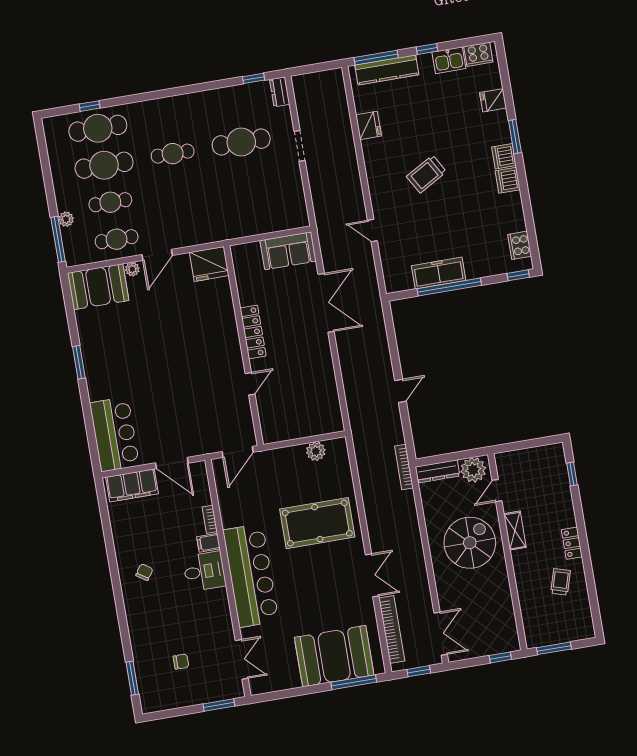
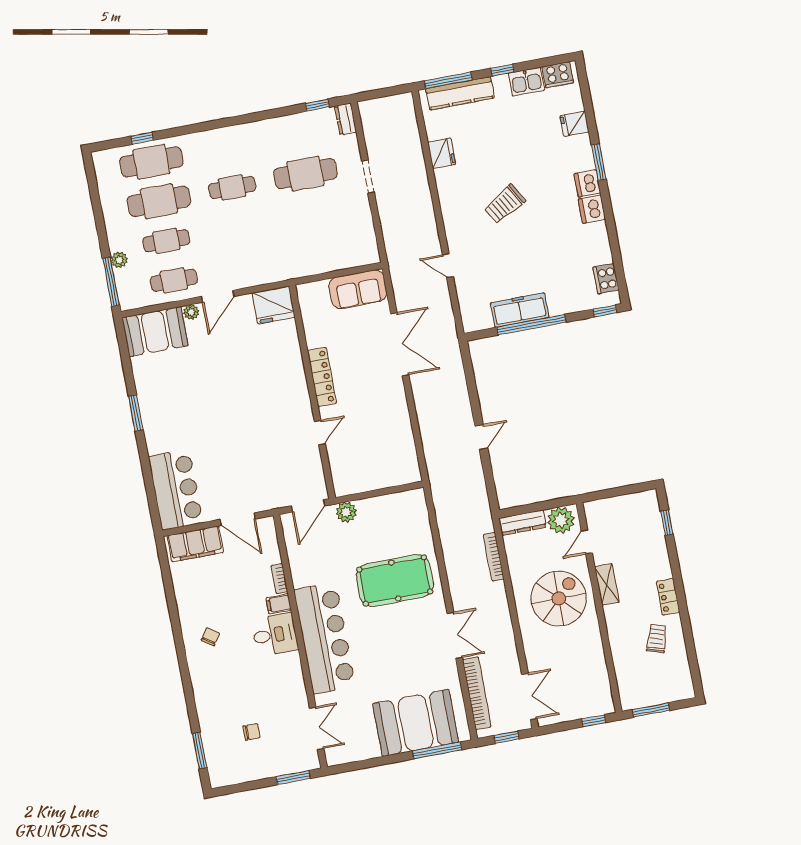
plant: (316, 451) -> (346, 512), moved
bookcase: (404, 467) -> (494, 557), moved

